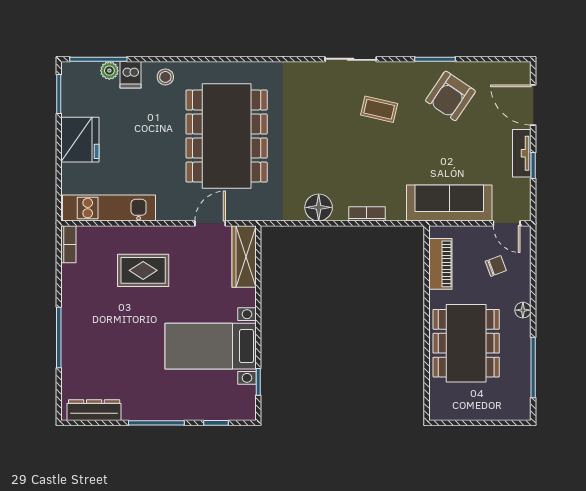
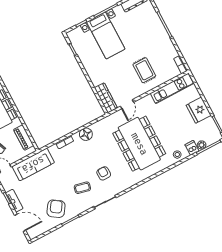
armchair: (324, 115) -> (104, 173), added
rug: (143, 270) -> (144, 70), turned 90
bed with nightstands: (211, 346) -> (106, 36), moved, turned 90

